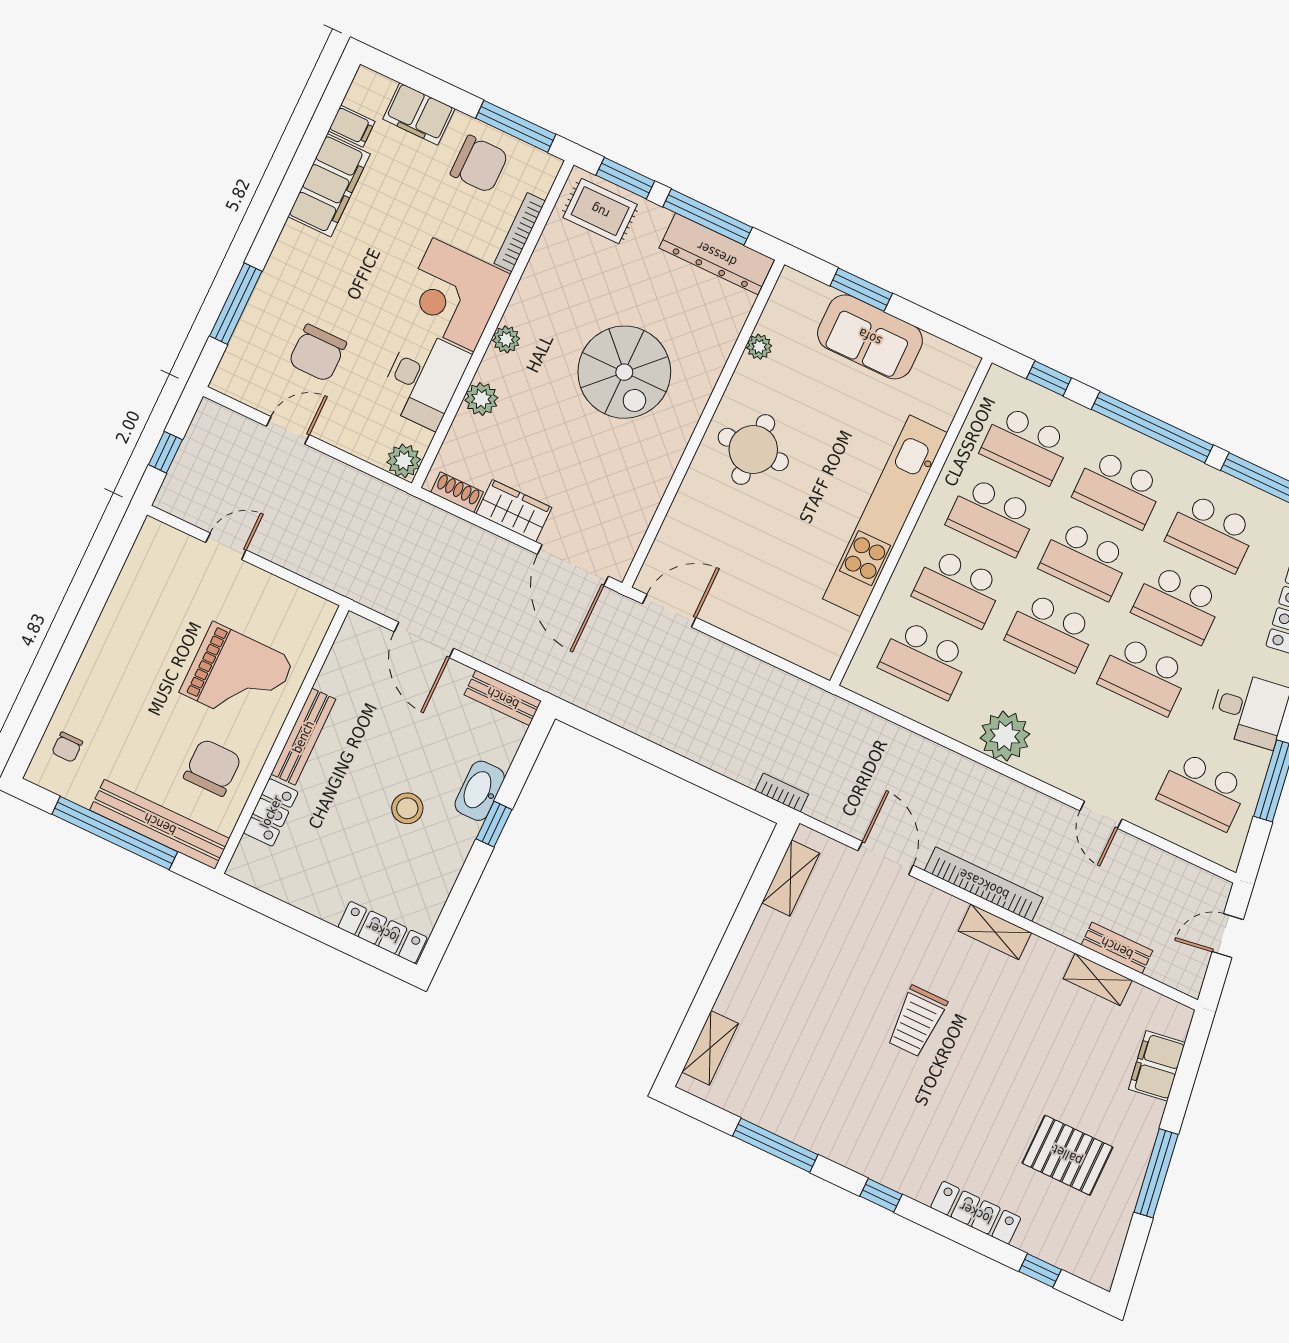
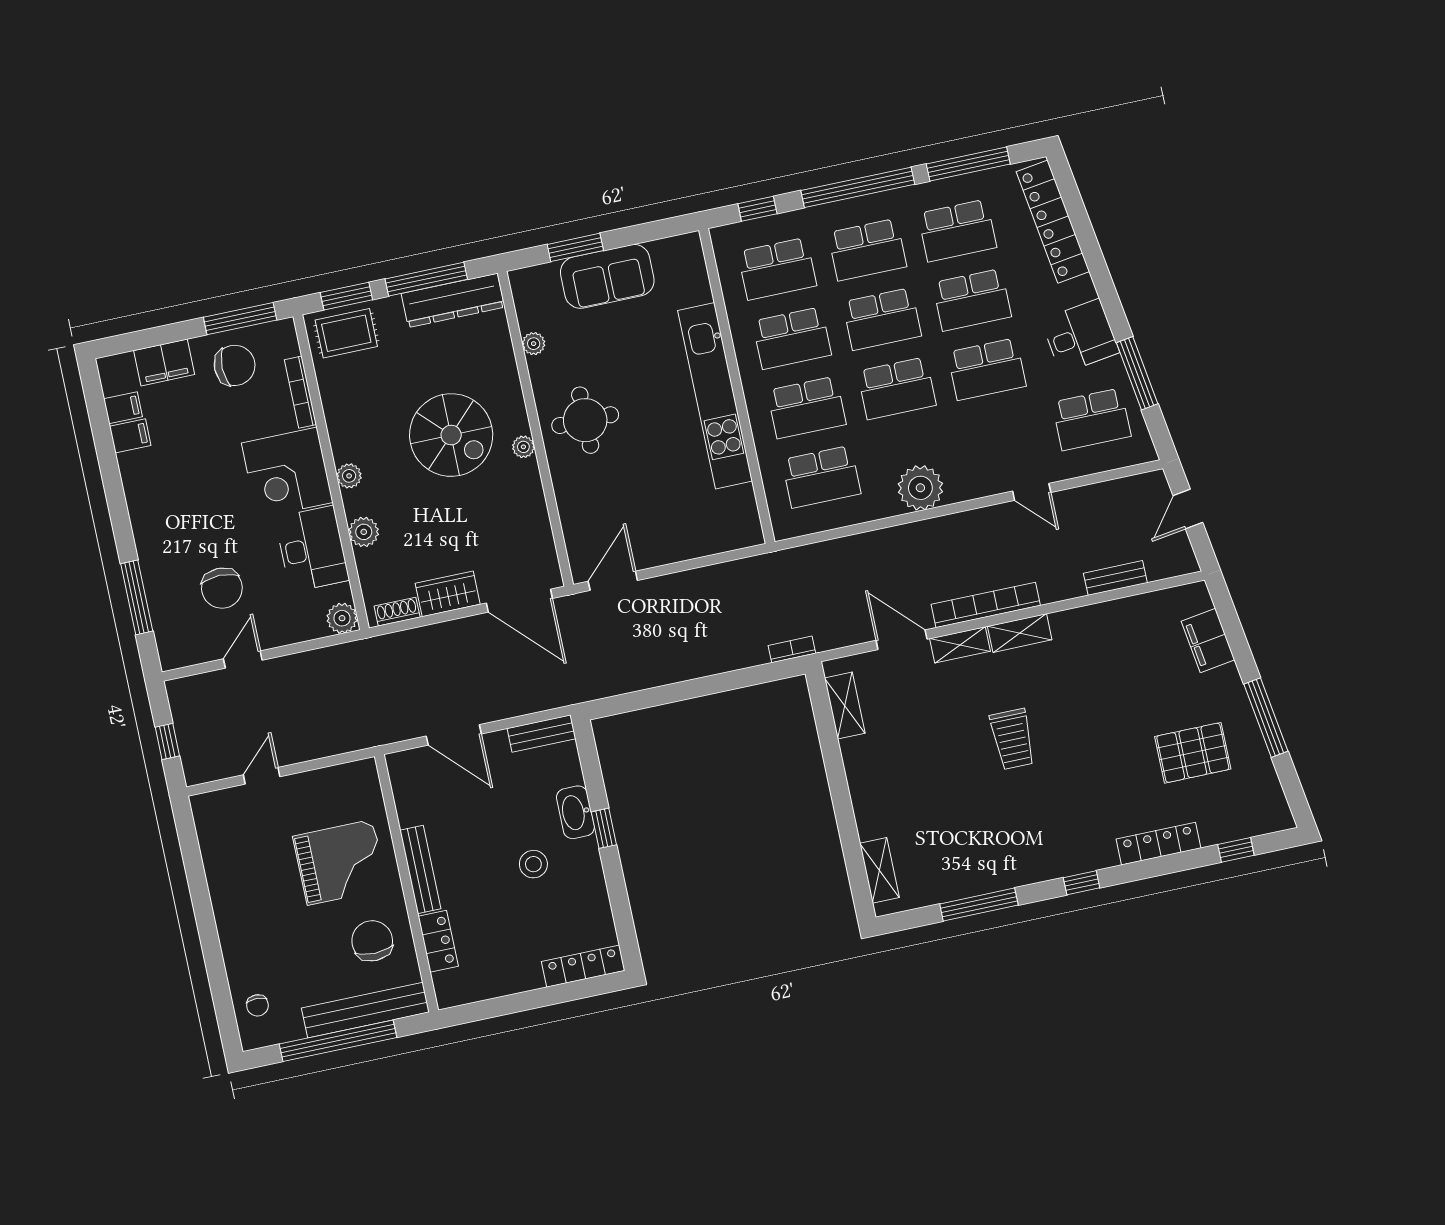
filing cabinet: (329, 185) -> (130, 436), width x0.33, depth x0.86
plant: (680, 431) -> (523, 447), added
shelving: (1098, 980) -> (960, 645), moved

